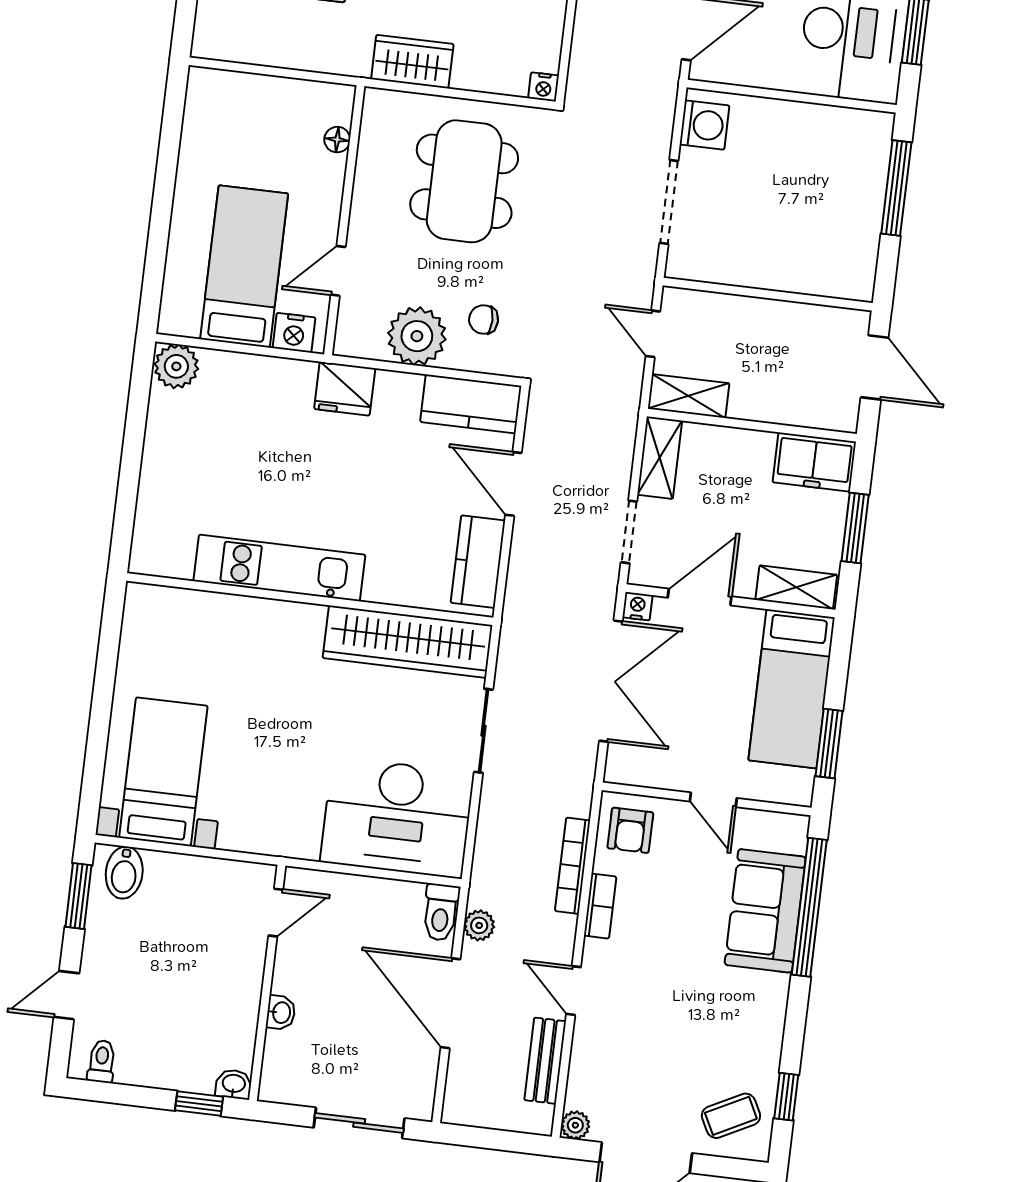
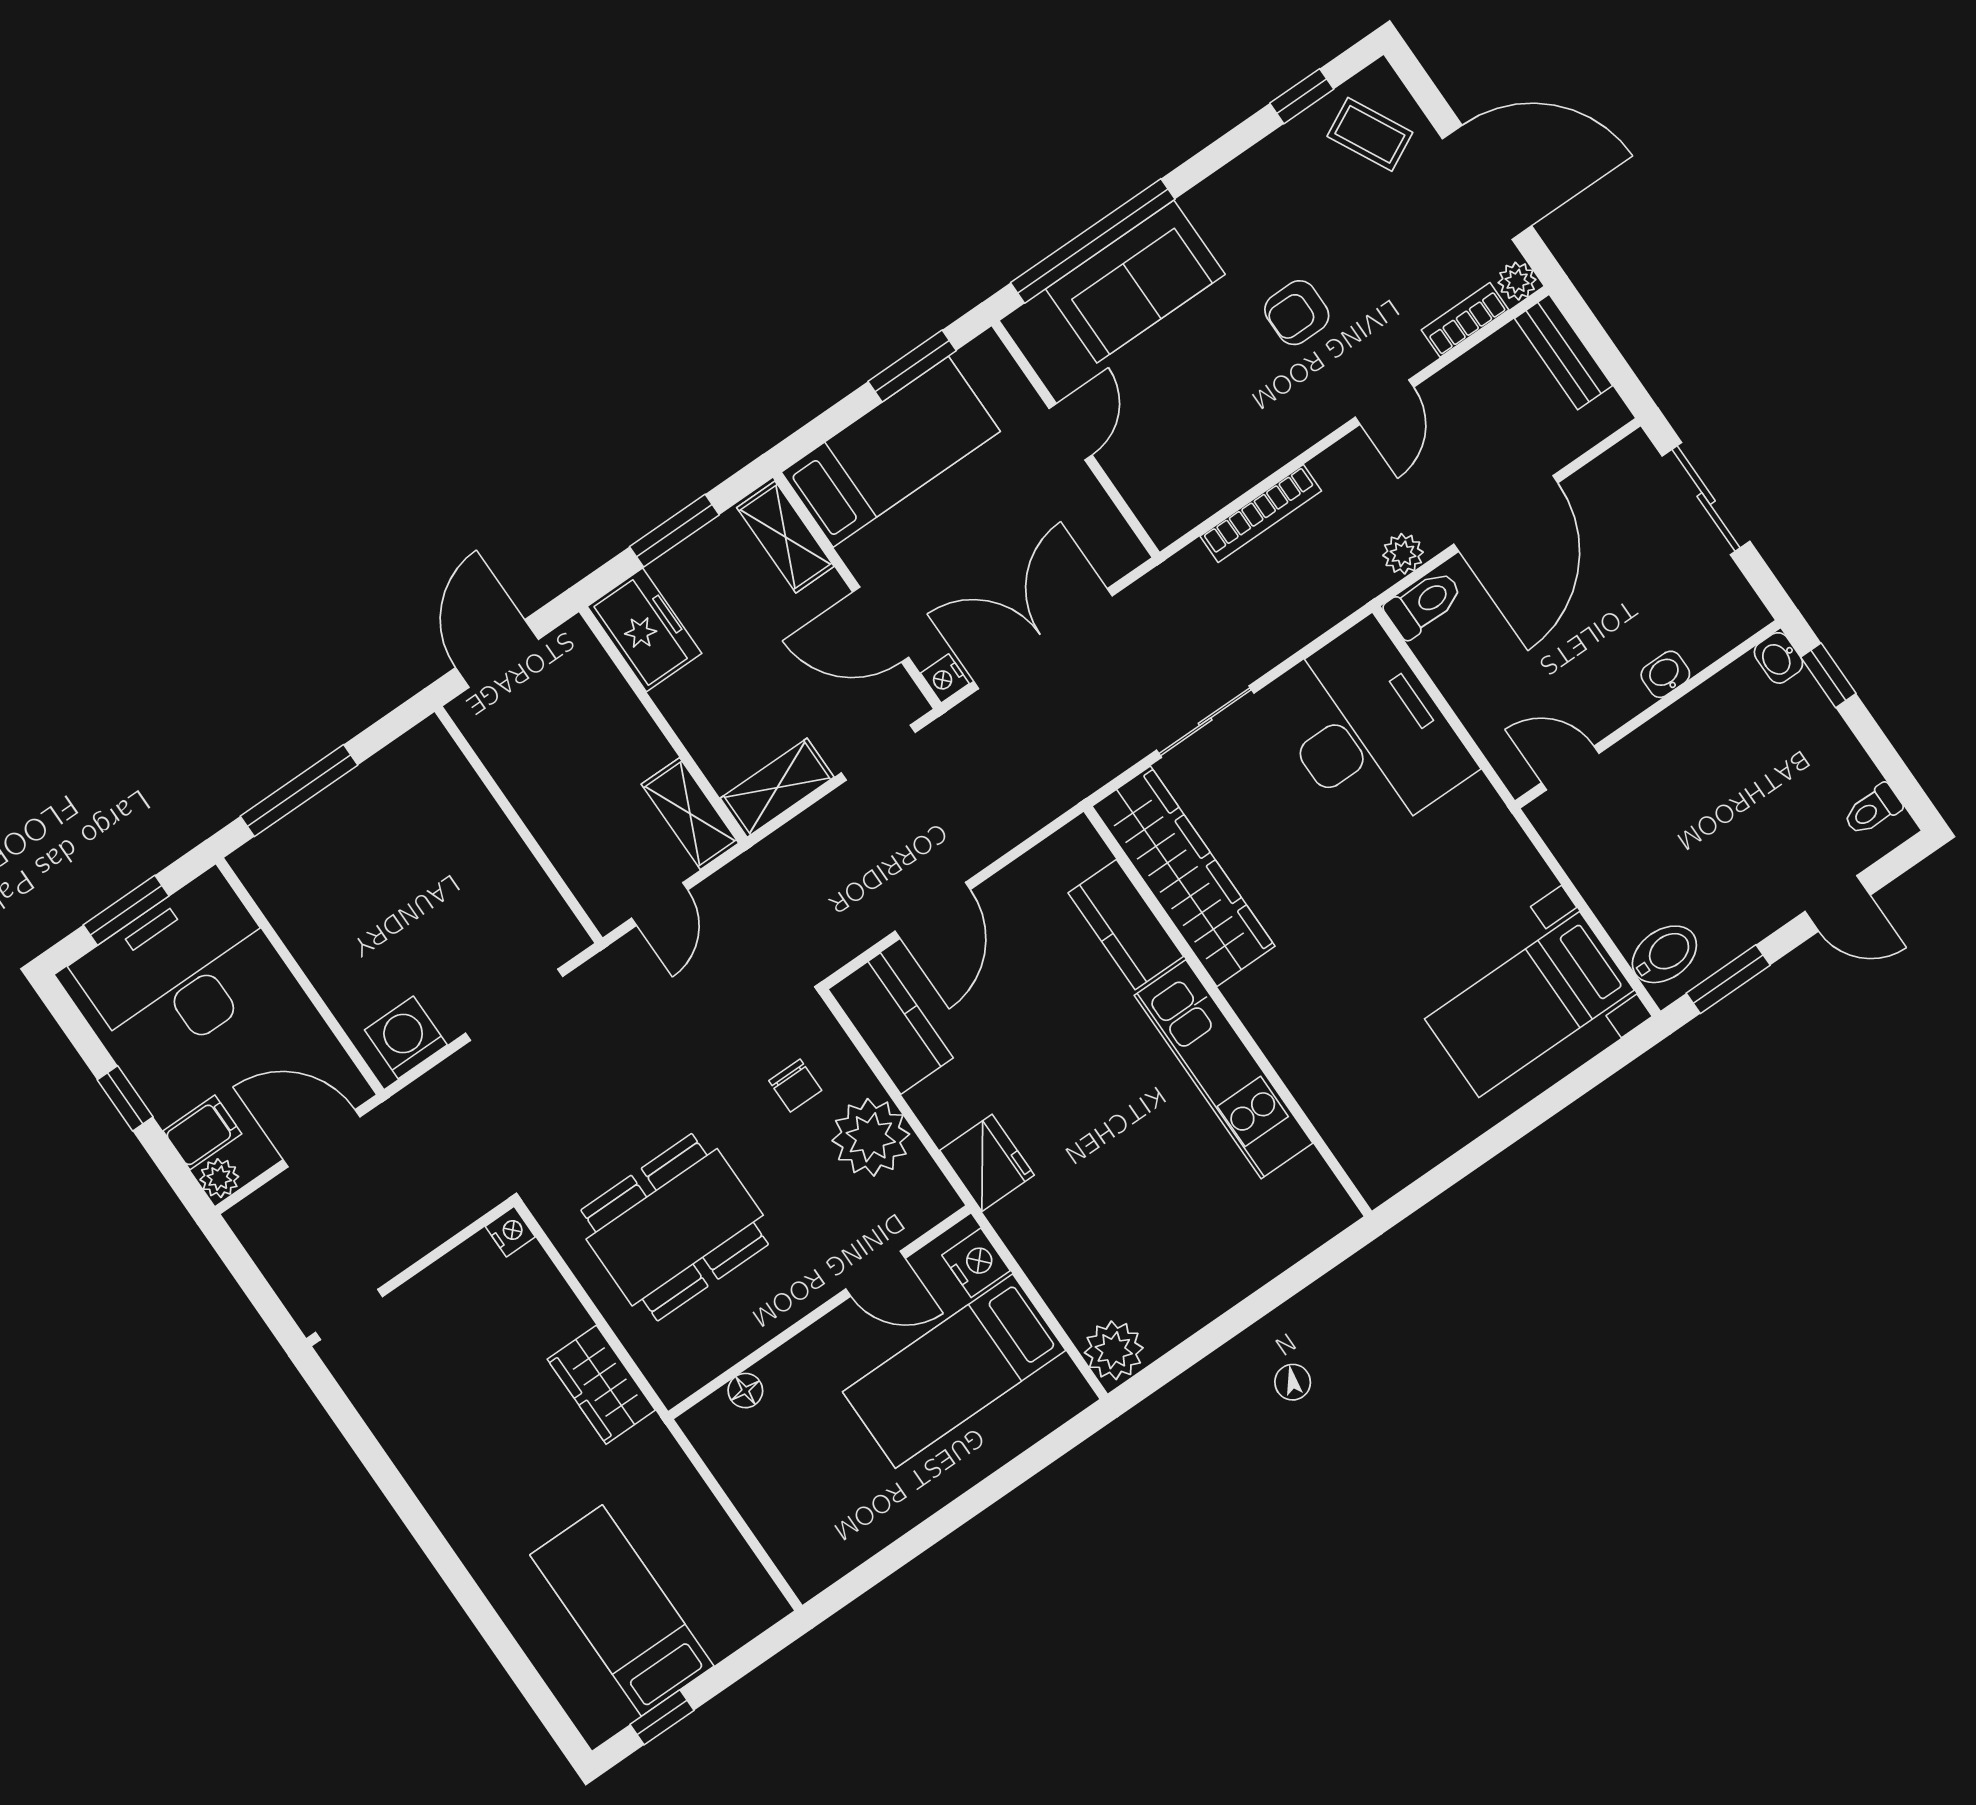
kitchen counter: (478, 562) -> (1126, 925), moved, turned 90
armchair: (630, 830) -> (1297, 313), moved, turned 180
bookcase: (600, 906) -> (1465, 320), moved
bench: (545, 1061) -> (1563, 352), moved, turned 90

